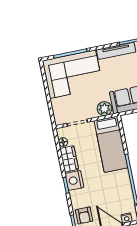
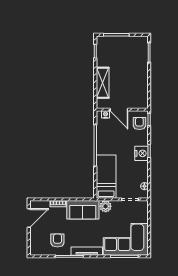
wardrobe: (69, 159) -> (142, 172), removed

